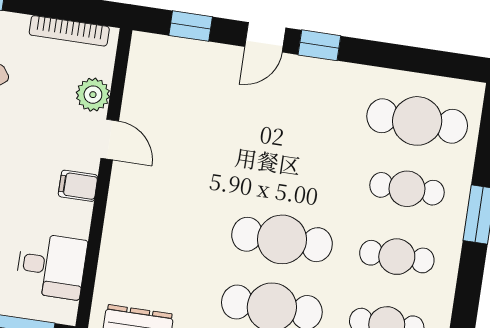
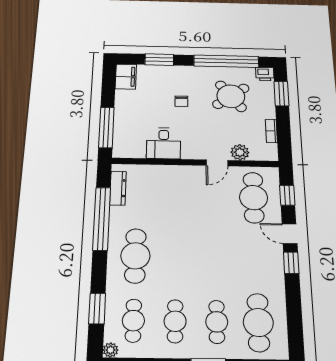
bookcase: (69, 31) -> (271, 131), width x0.64
filing cabinet: (78, 186) -> (189, 151), removed
cafe table: (282, 239) -> (254, 198), moved
desk: (51, 266) -> (164, 143), moved

